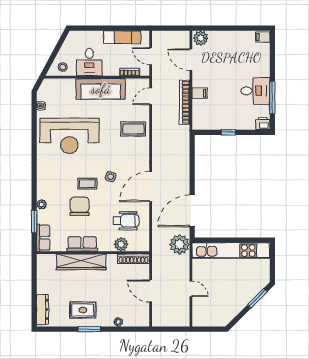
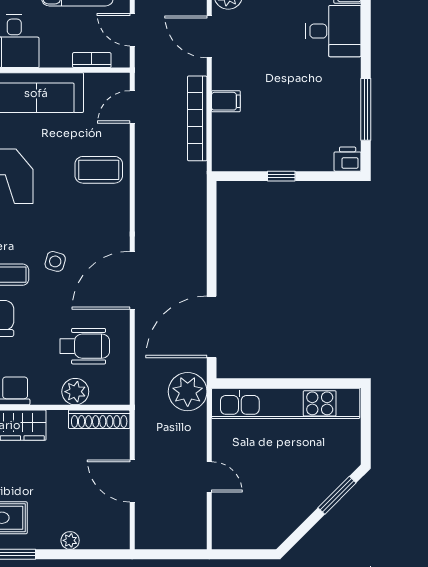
desk: (255, 91) -> (333, 31), moved

